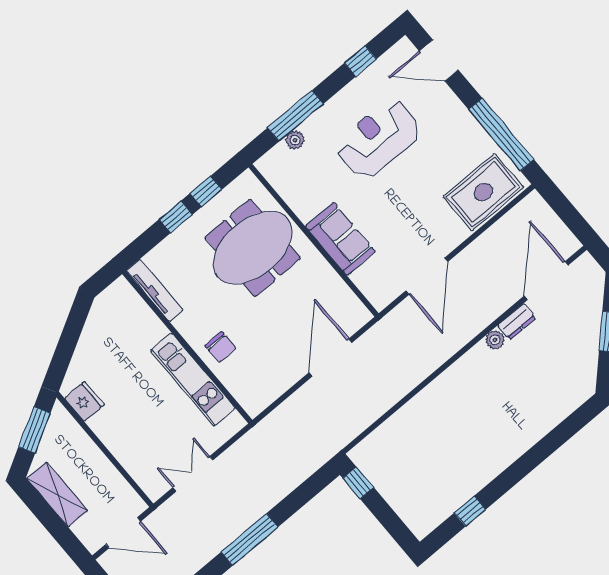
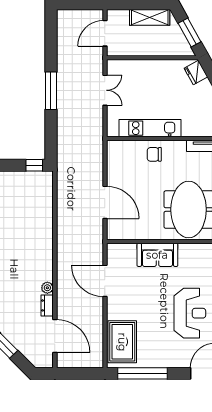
fridge: (84, 401) -> (196, 72), moved, turned 61

